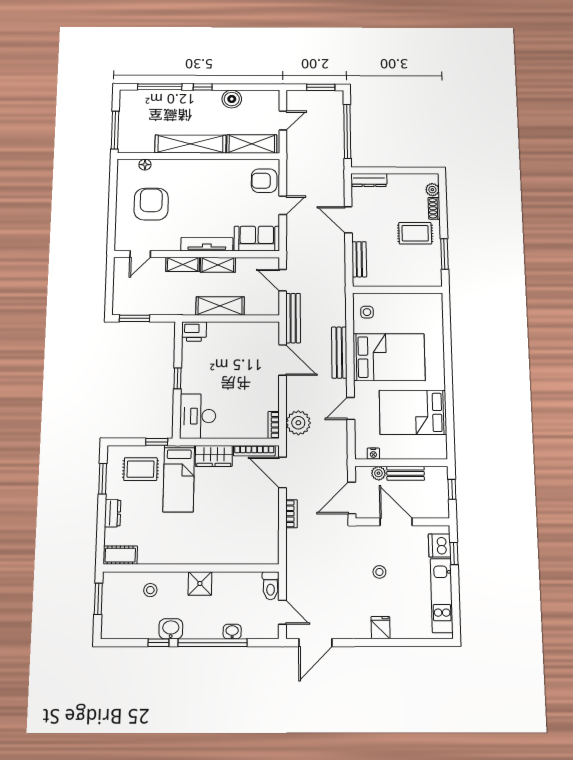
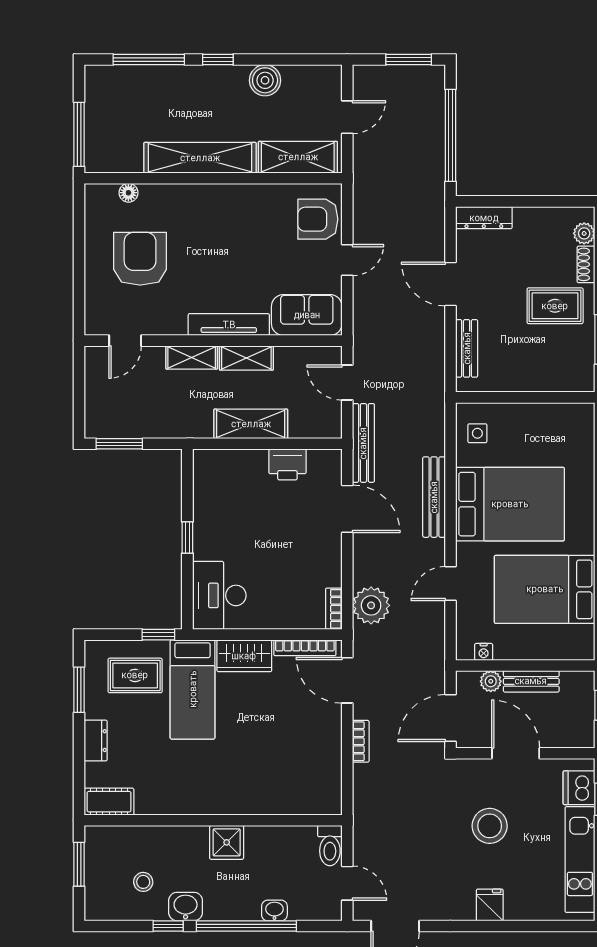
printer: (194, 331) -> (287, 464), moved
stool: (379, 572) -> (490, 826), width x1.89, depth x1.89
stool: (150, 590) -> (143, 882), moved

